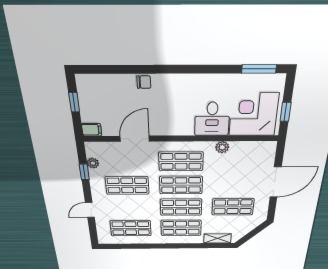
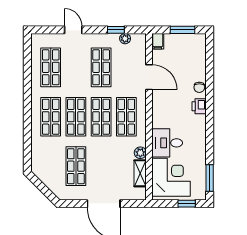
printer: (168, 82) -> (199, 106), added
window: (74, 102) -> (182, 30), width x1.50
window: (286, 112) -> (187, 204), moved
shelving: (217, 238) -> (140, 173), moved

